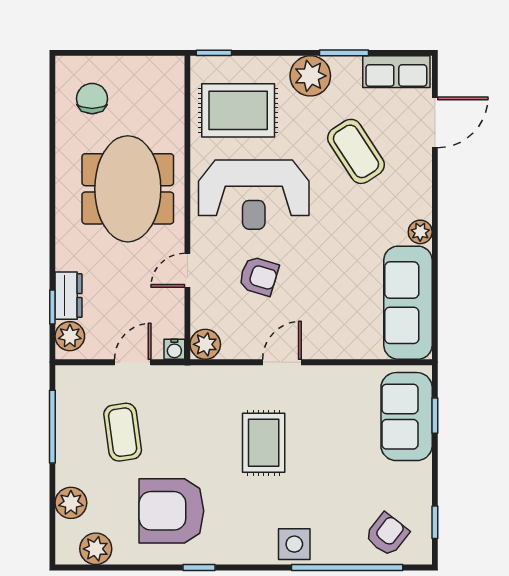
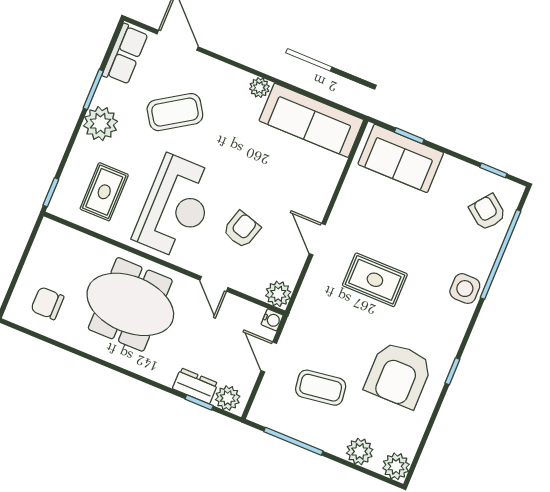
rug: (238, 110) -> (104, 192), width x0.73, depth x0.70
plant: (96, 549) -> (396, 466), moved

